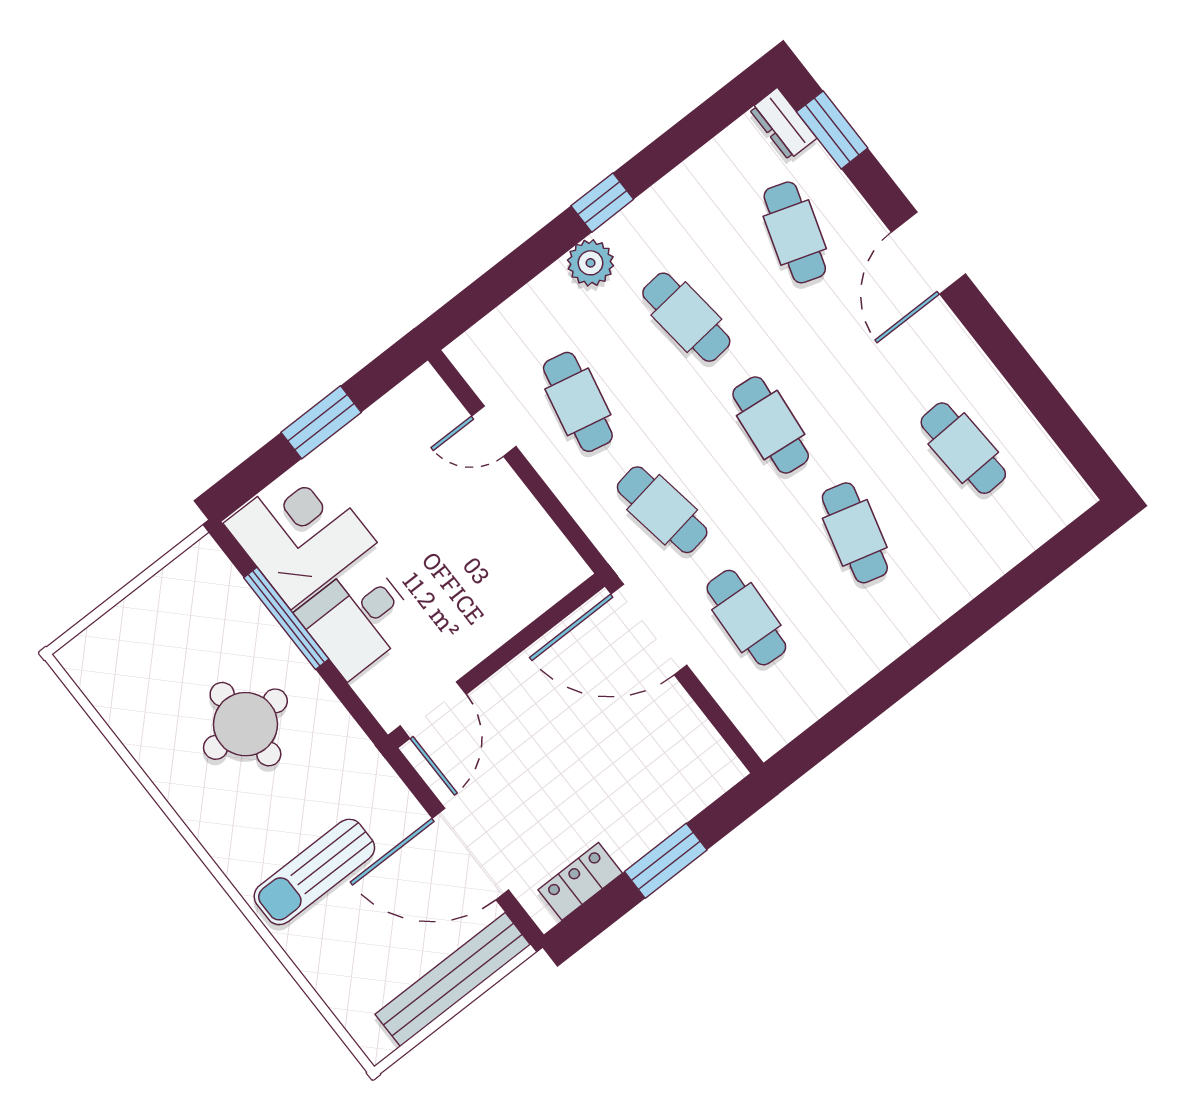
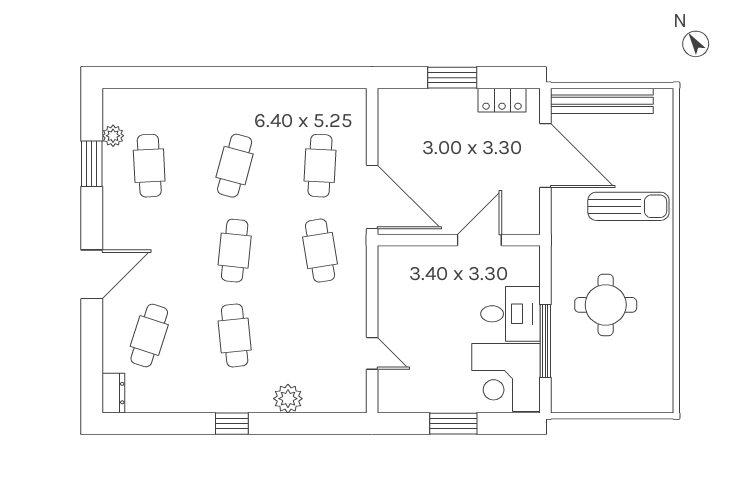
window: (832, 130) -> (92, 164), moved
plant: (591, 263) -> (288, 399), moved
cafe table: (578, 402) -> (320, 335), removed
plant: (1039, 450) -> (113, 136), added
door: (433, 710) -> (479, 240), moved

